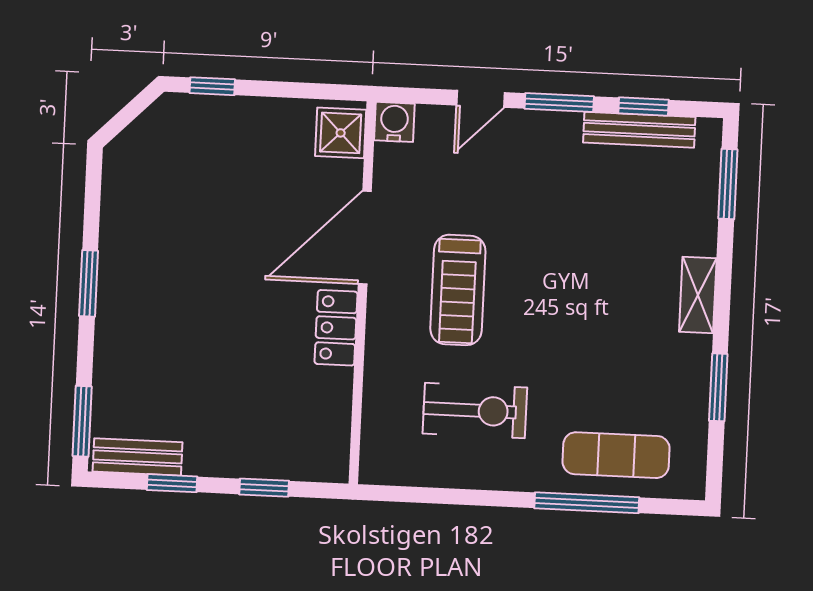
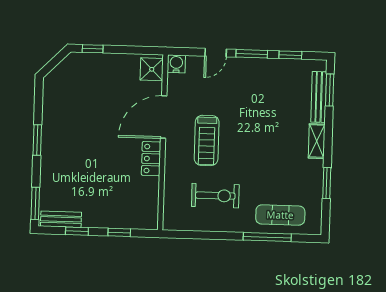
bench: (639, 130) -> (319, 97), moved, turned 90

